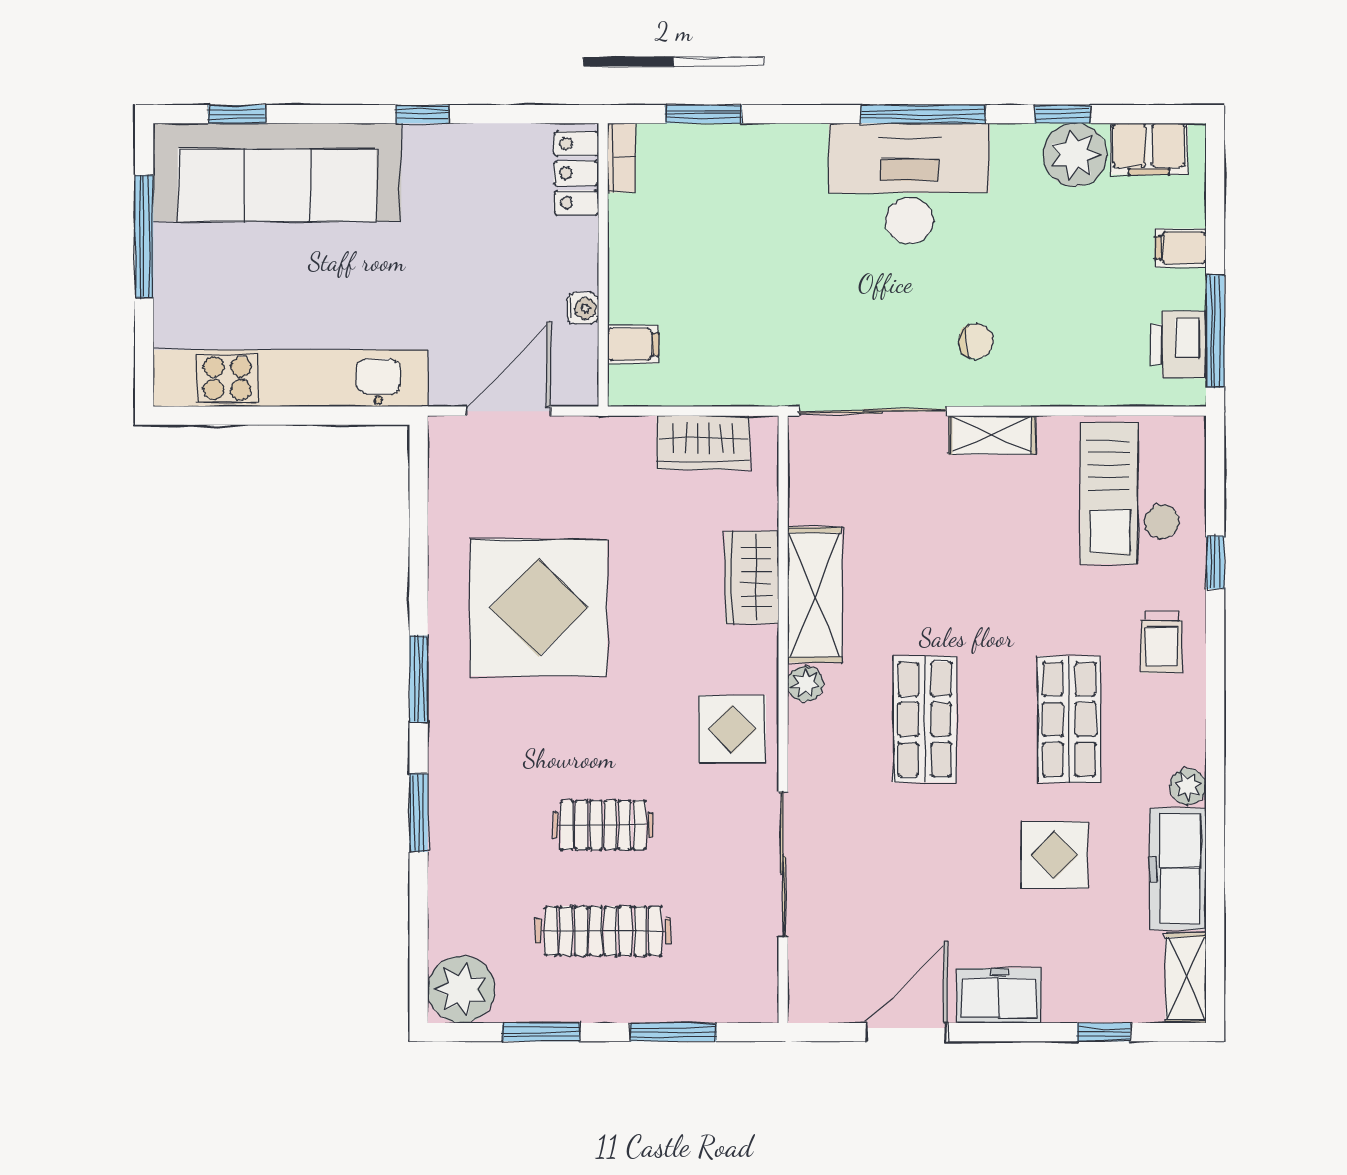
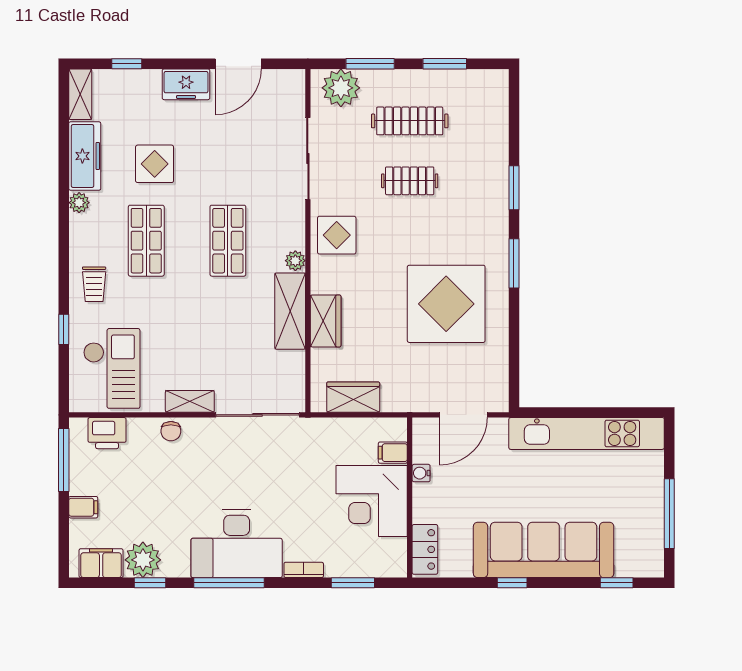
bookcase: (622, 158) -> (304, 570), moved, turned 90
sofa: (277, 172) -> (544, 550), moved
corner desk: (671, 259) -> (372, 501), added
chair: (976, 341) -> (171, 431), moved, turned -89
printer: (1178, 345) -> (107, 433), moved, turned 90
trolley: (1161, 642) -> (94, 284), turned 180
plant: (461, 989) -> (341, 88), moved

